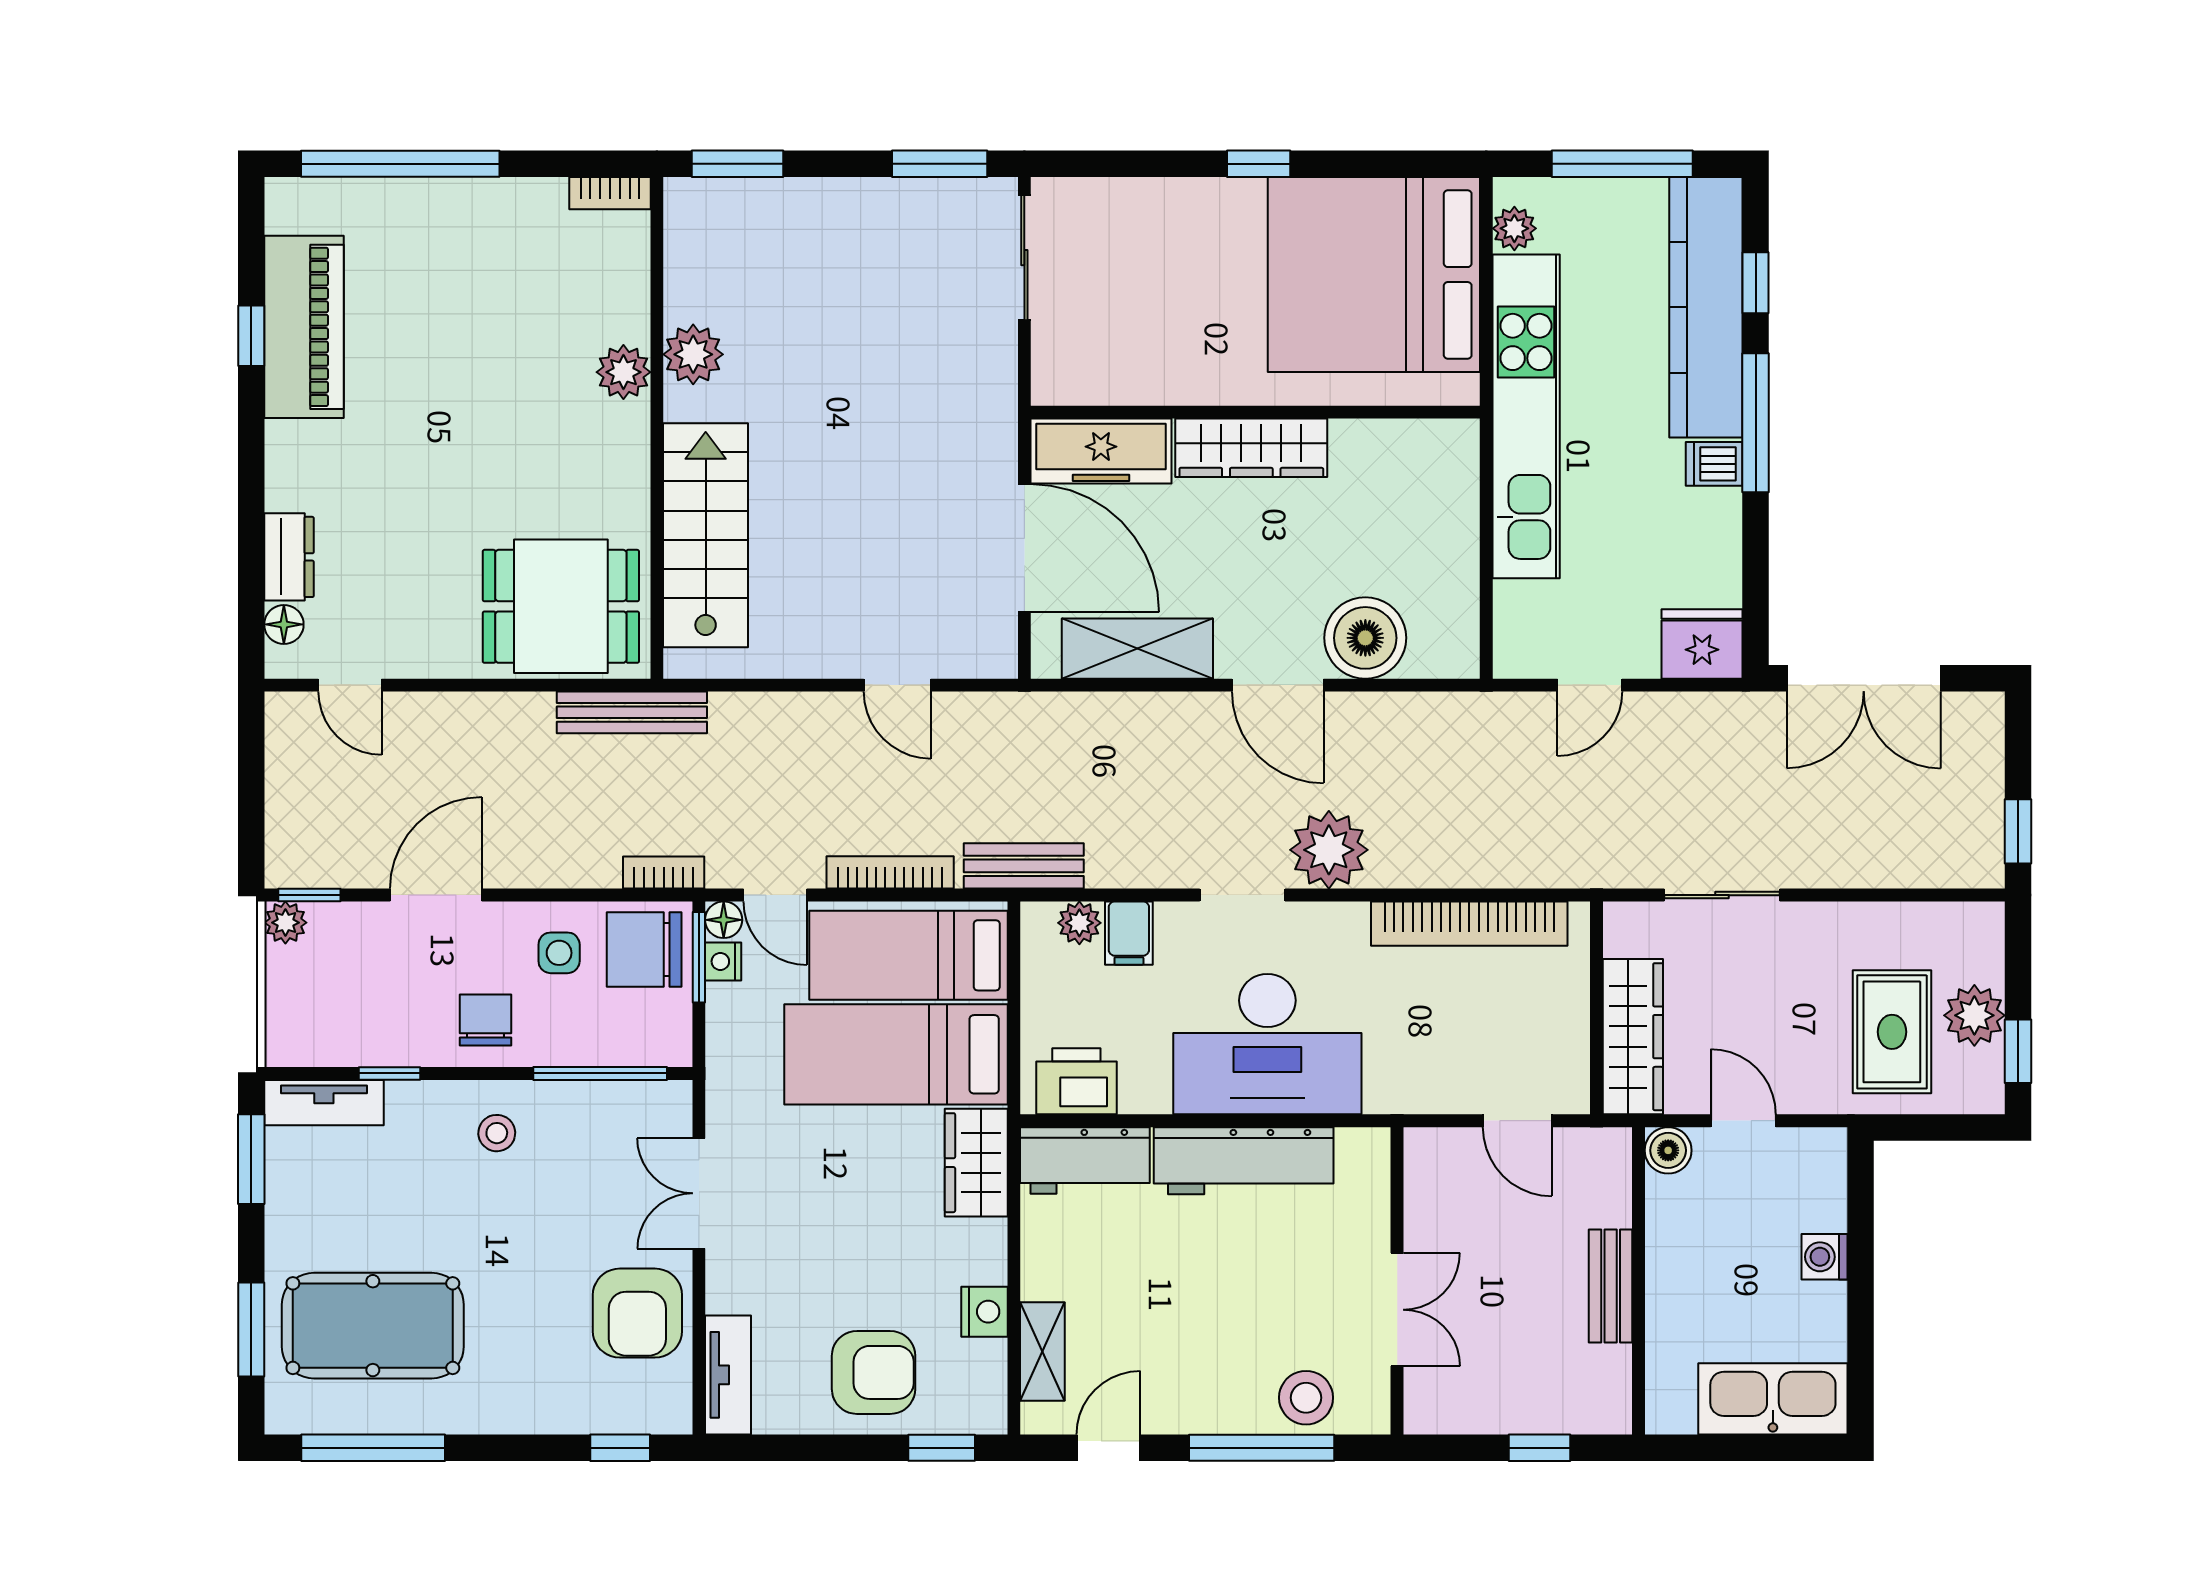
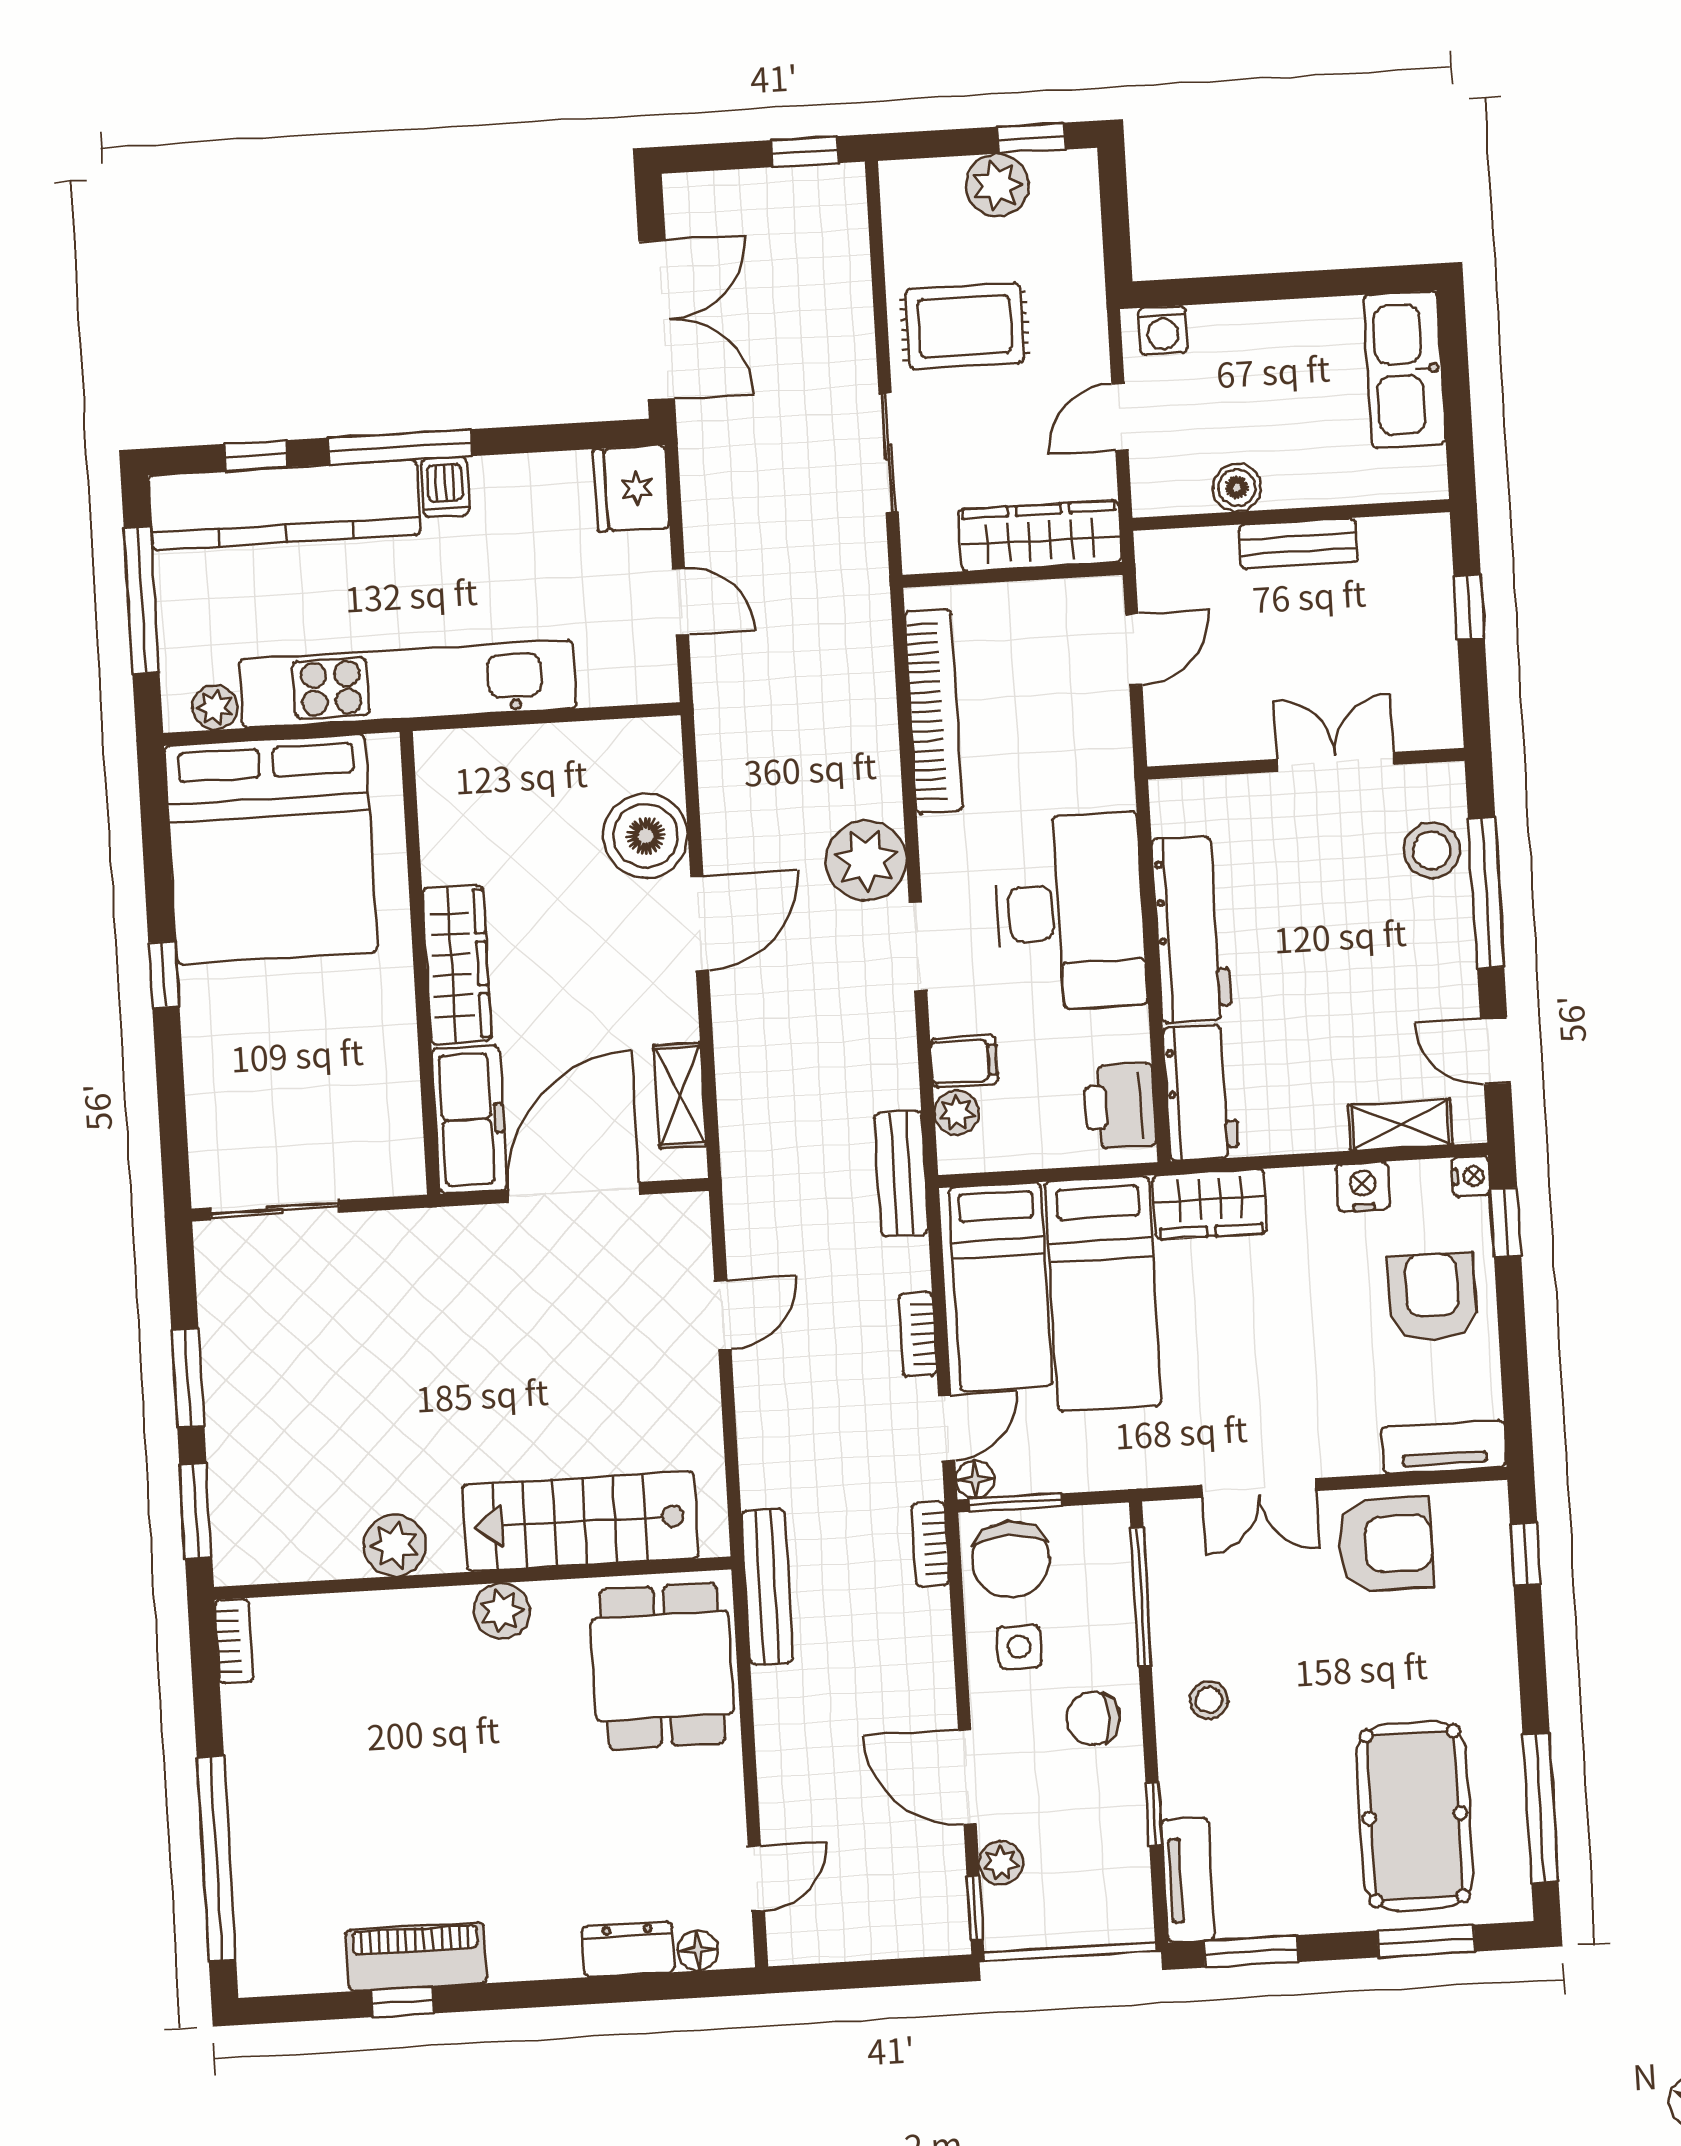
window: (940, 164) -> (188, 1378), moved
piano: (304, 327) -> (416, 1956), width x0.73, depth x0.75
plant: (623, 372) -> (502, 1611), moved
shelving: (1137, 649) -> (680, 1095), width x0.67, depth x0.75
bookcase: (890, 872) -> (918, 1334), width x0.64
plant: (285, 923) -> (1001, 1863), moved
nightstand: (723, 961) -> (1471, 1176), moved, turned -90
rug: (1892, 1032) -> (965, 326), moved
boiler: (1668, 1150) -> (1237, 488), moved
washing machine: (1824, 1257) -> (1163, 330), moved

